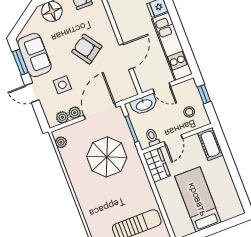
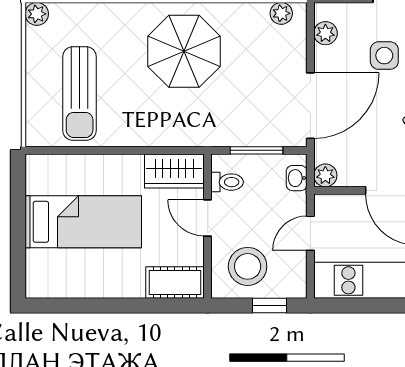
washbasin: (144, 105) -> (297, 178), width x0.52, depth x0.69
door: (100, 111) -> (310, 106), hinge flipped
stool: (189, 112) -> (248, 266), width x1.89, depth x1.89
plant: (75, 113) -> (325, 175), moved
parasol: (107, 157) -> (184, 51), moved

